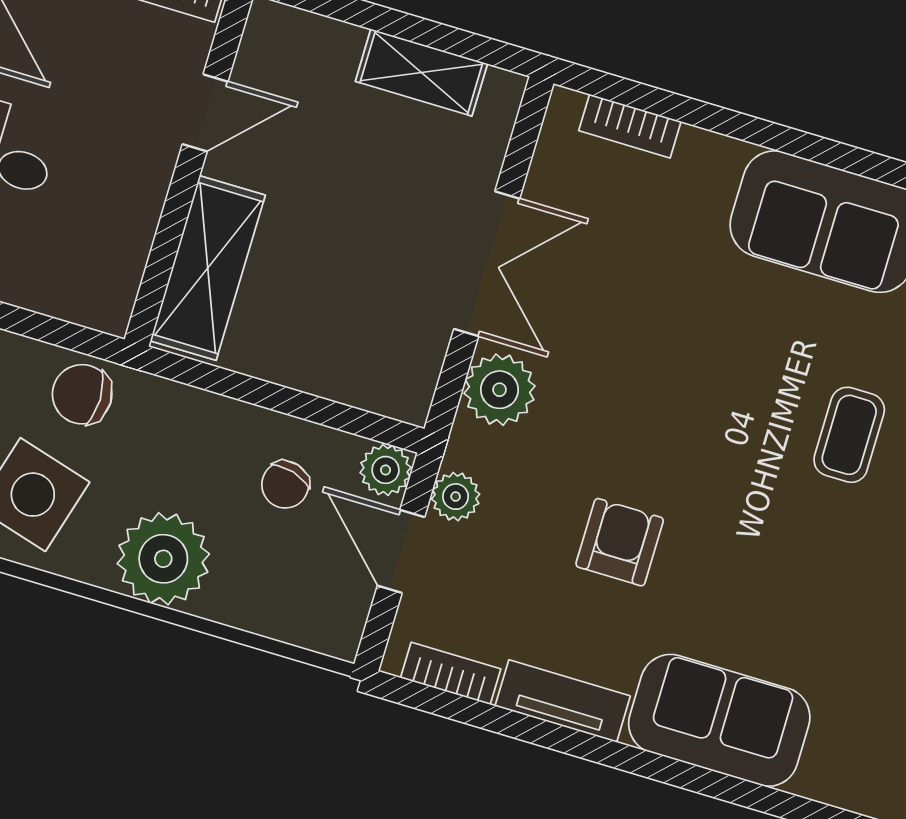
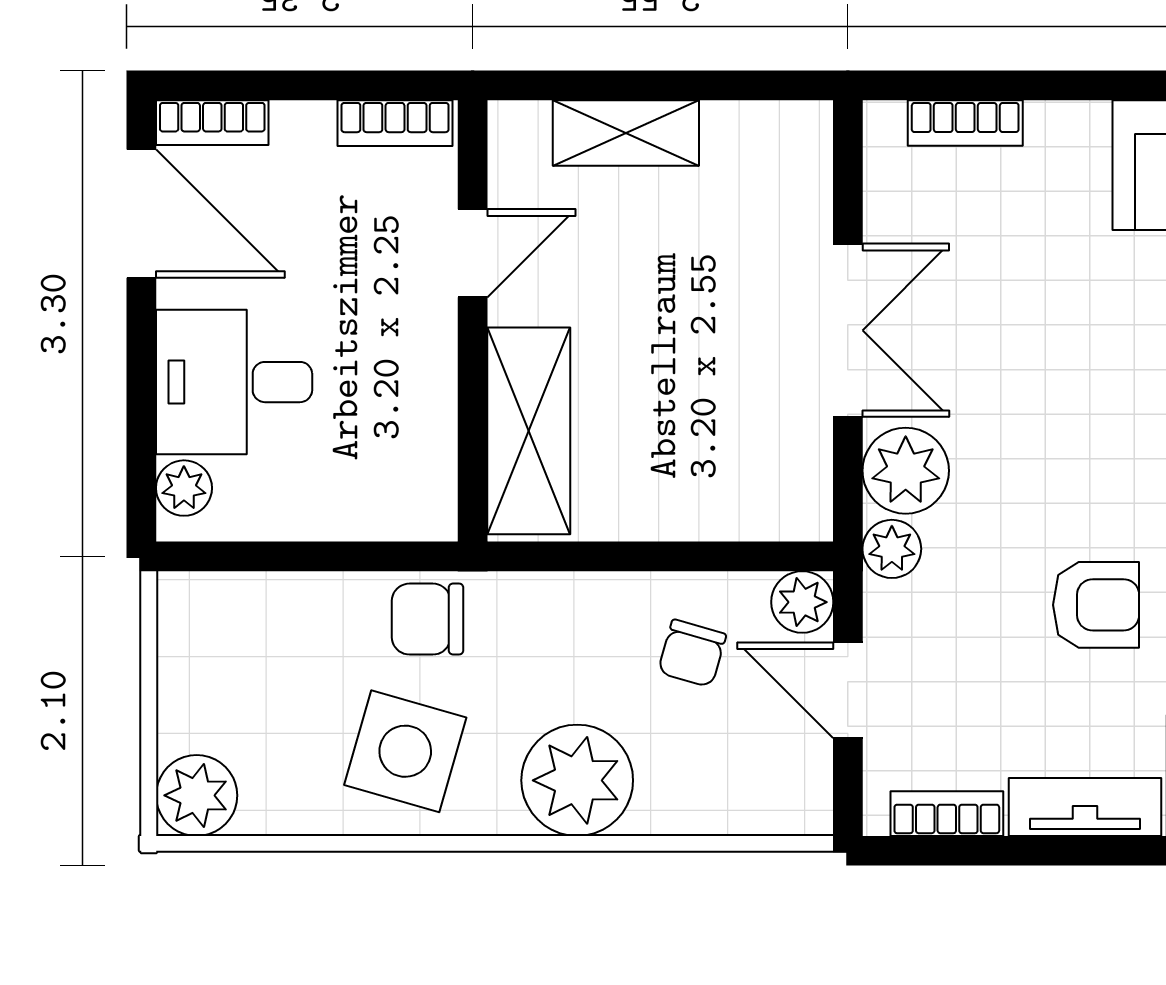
shelving: (421, 73) -> (626, 133), moved
plant: (456, 497) -> (892, 549), moved
armchair: (620, 542) -> (1096, 605), turned 90

